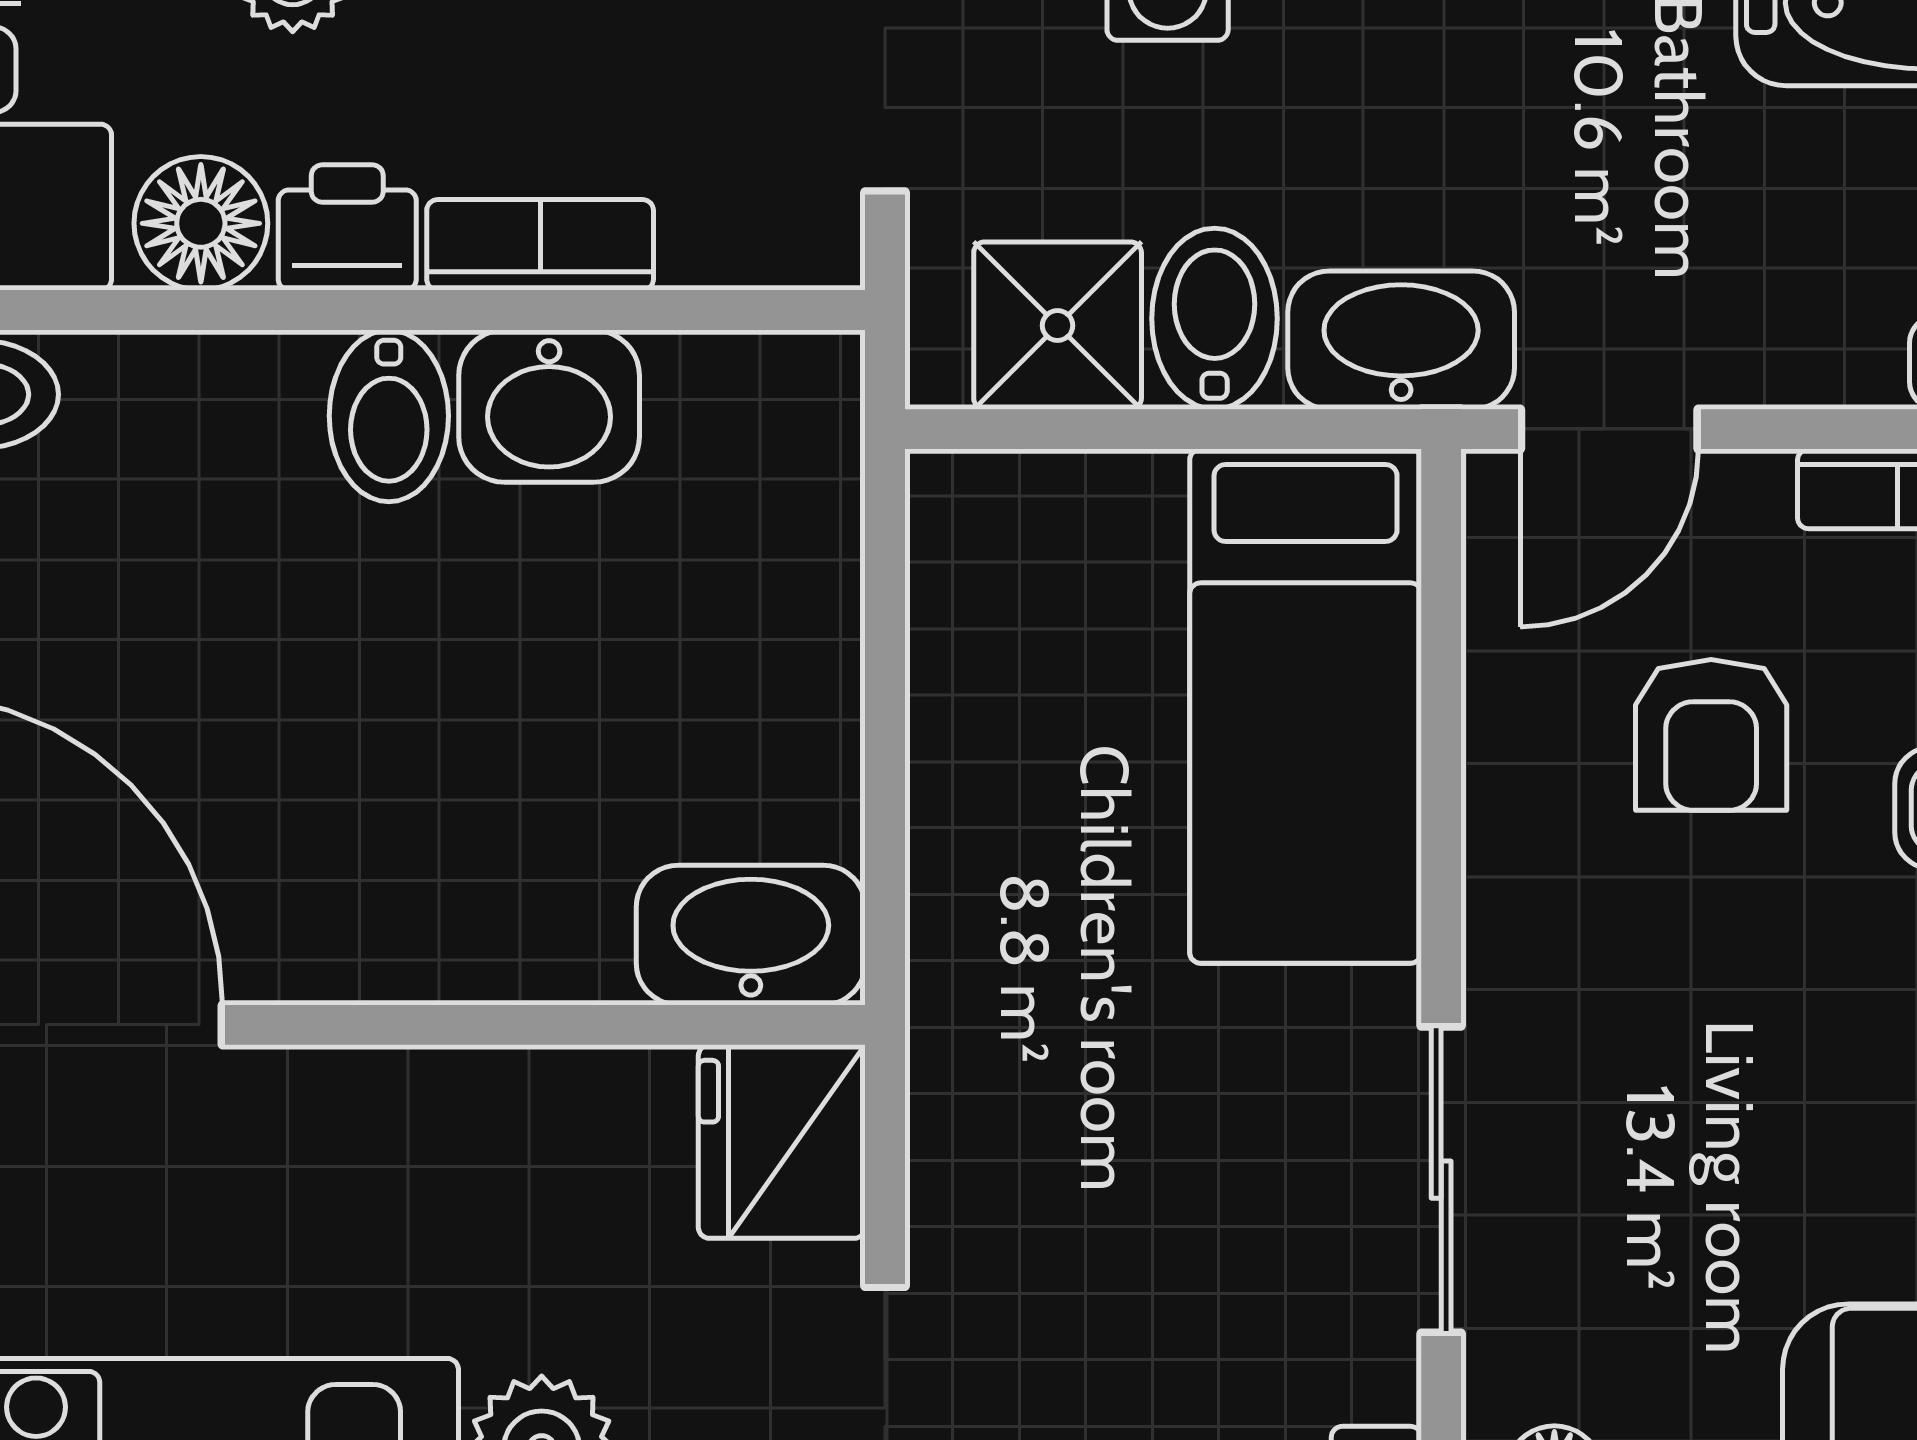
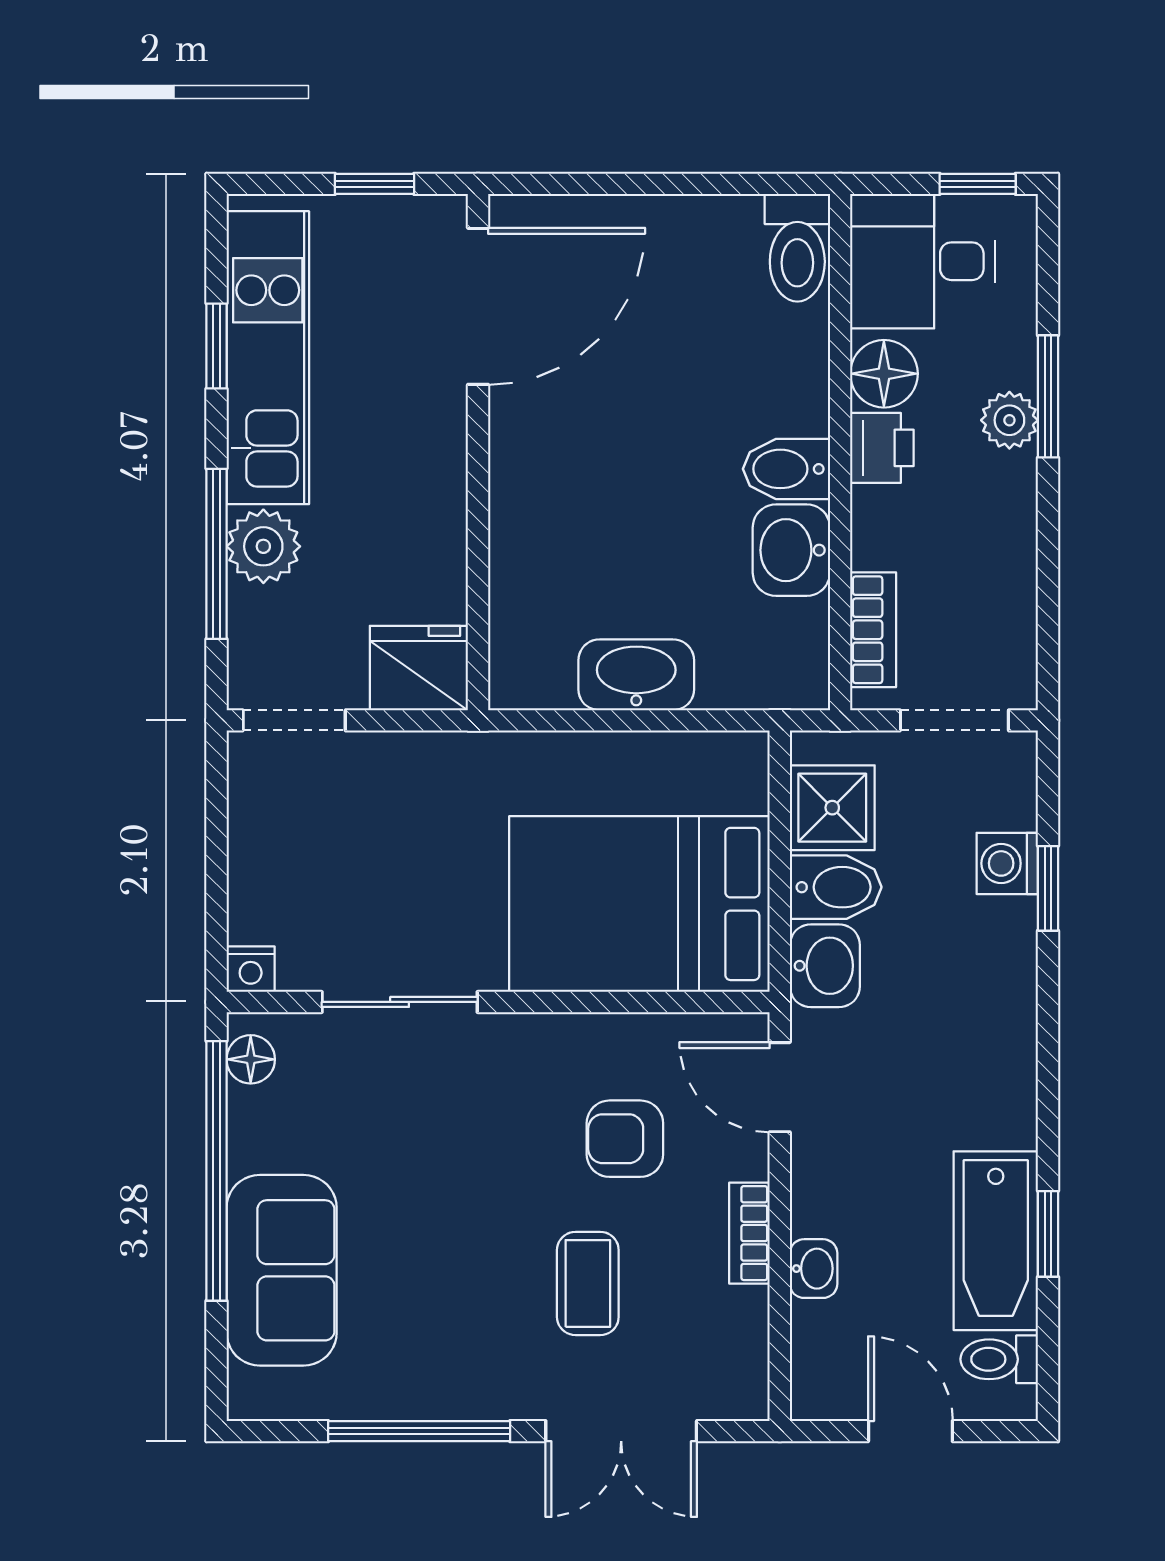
bookcase: (540, 245) -> (873, 630), moved
washbasin: (1401, 340) -> (825, 966), width x0.72
bed: (1306, 706) -> (639, 904), width x1.50
washbasin: (751, 935) -> (636, 675), moved, turned -90

